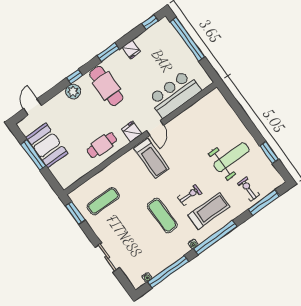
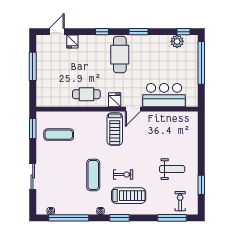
fridge: (131, 50) -> (72, 42), moved
plant: (73, 91) -> (177, 41), moved
booth: (47, 145) -> (47, 66), removed
weight bench: (231, 157) -> (172, 169), width x0.73, depth x0.75
exercise bike: (249, 189) -> (180, 201), moved
window: (215, 238) -> (119, 218), width x0.47

